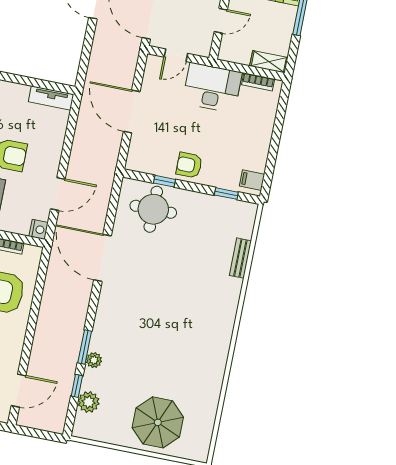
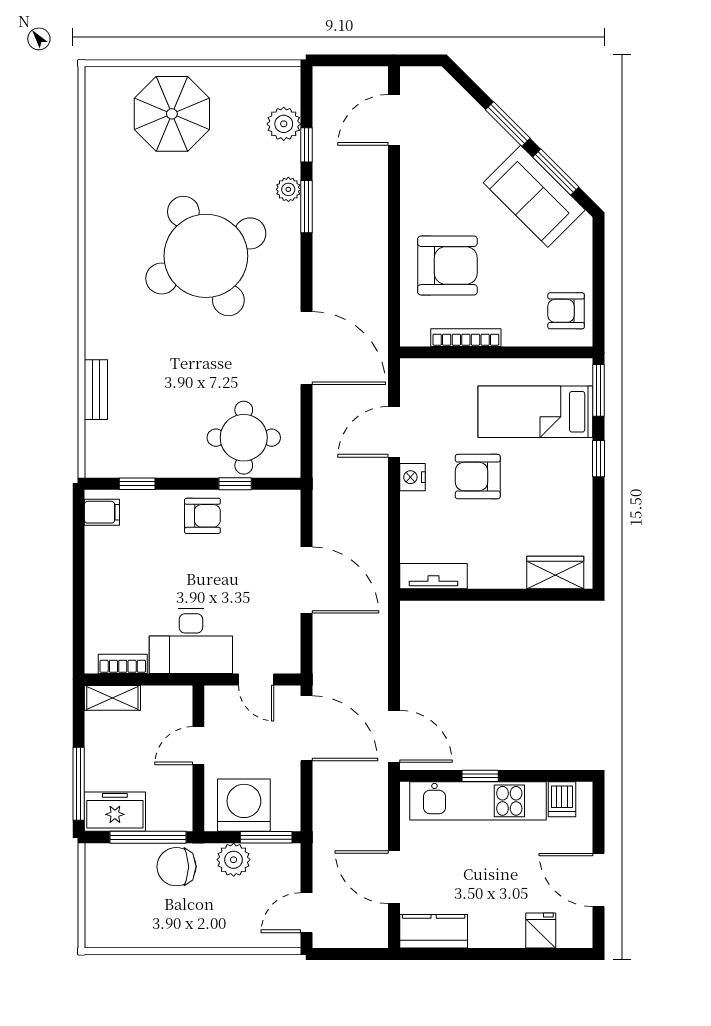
door: (176, 55) -> (256, 679), swing flipped
nightstand: (39, 229) -> (412, 477), moved
round table: (154, 329) -> (206, 256), added

